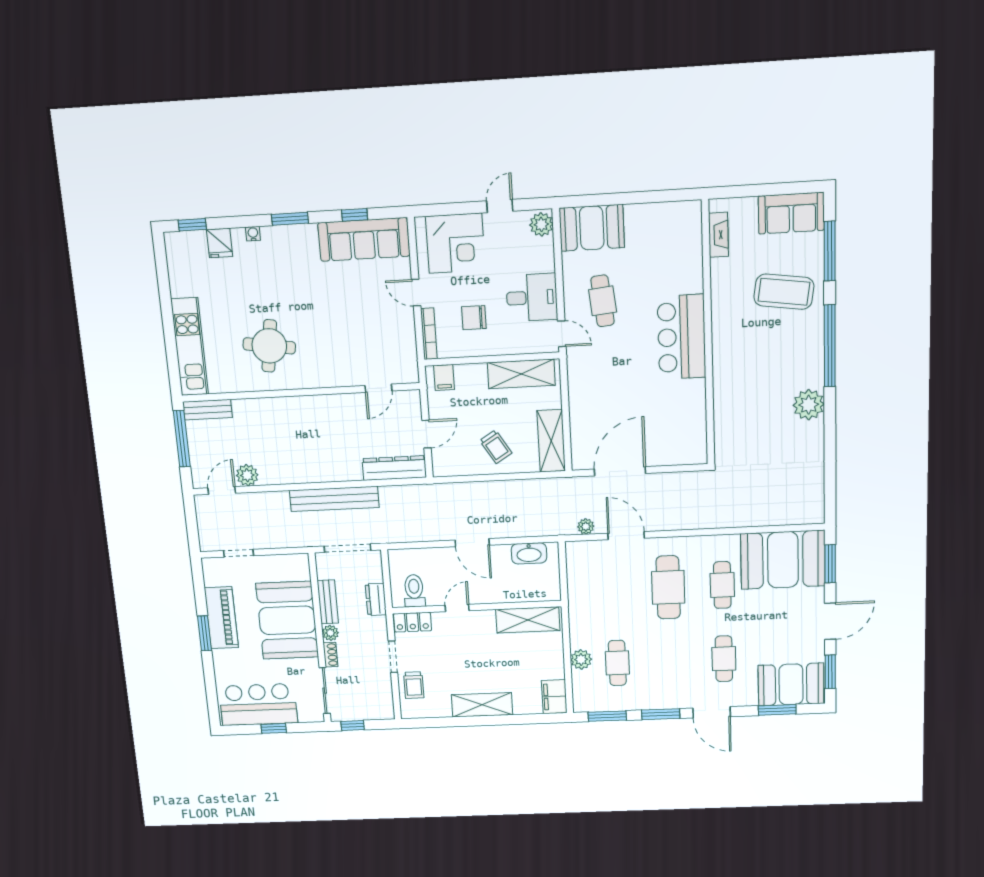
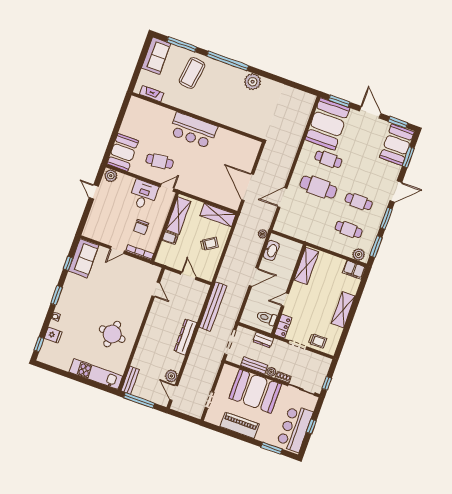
sofa: (364, 239) -> (83, 258), width x0.73
corner desk: (455, 243) -> (102, 221), removed
filing cabinet: (444, 377) -> (170, 238), moved
dresser: (394, 468) -> (185, 337), moved
bench: (334, 499) -> (213, 306), moved
plant: (586, 526) -> (263, 234), moved
door: (457, 608) -> (285, 300), hinge flipped
window: (204, 633) -> (272, 448), moved
plant: (581, 659) -> (359, 254), moved
cafe table: (724, 659) -> (359, 202), moved

